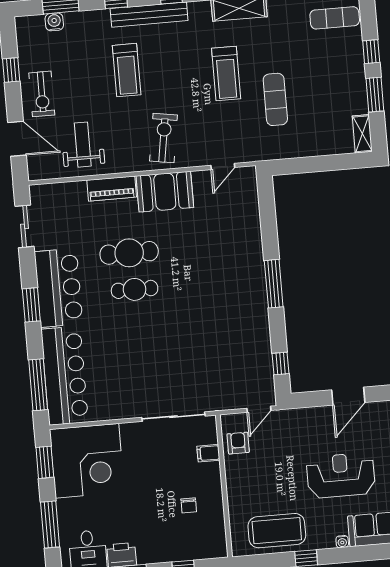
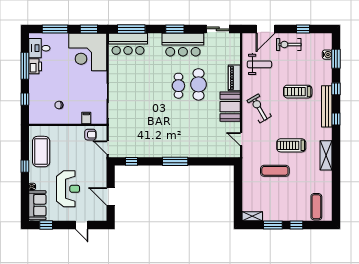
exercise bike: (164, 138) -> (259, 108), turned -129
bar counter: (65, 376) -> (128, 44), width x0.73

